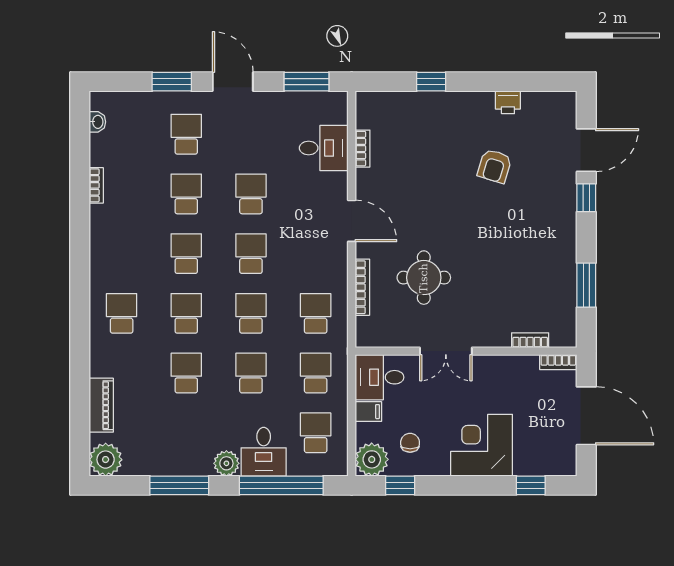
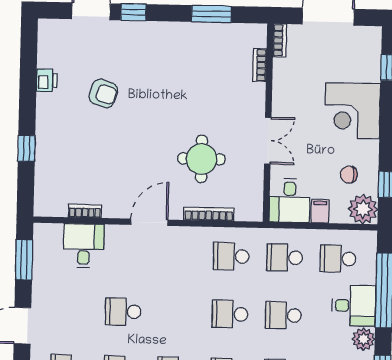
school desk: (251, 254) -> (177, 313), removed

